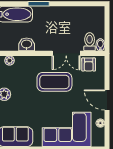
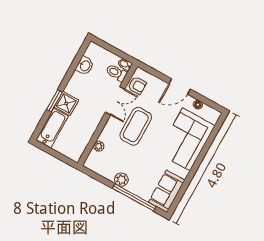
shower: (42, 15) -> (66, 103), added
washbasin: (27, 44) -> (85, 66), moved, turned 180
plant: (9, 61) -> (99, 146), moved

